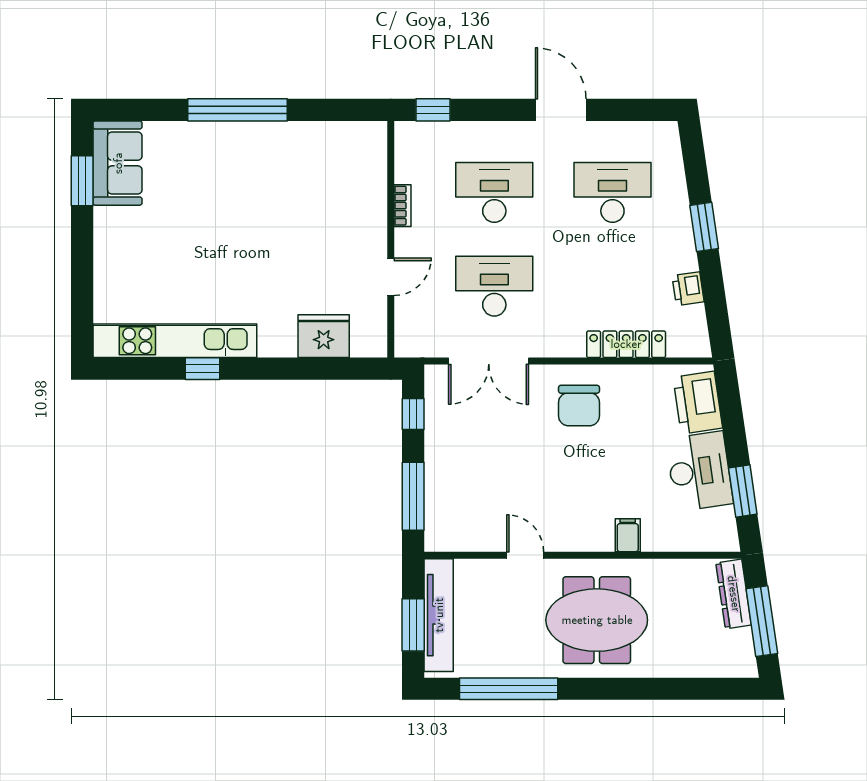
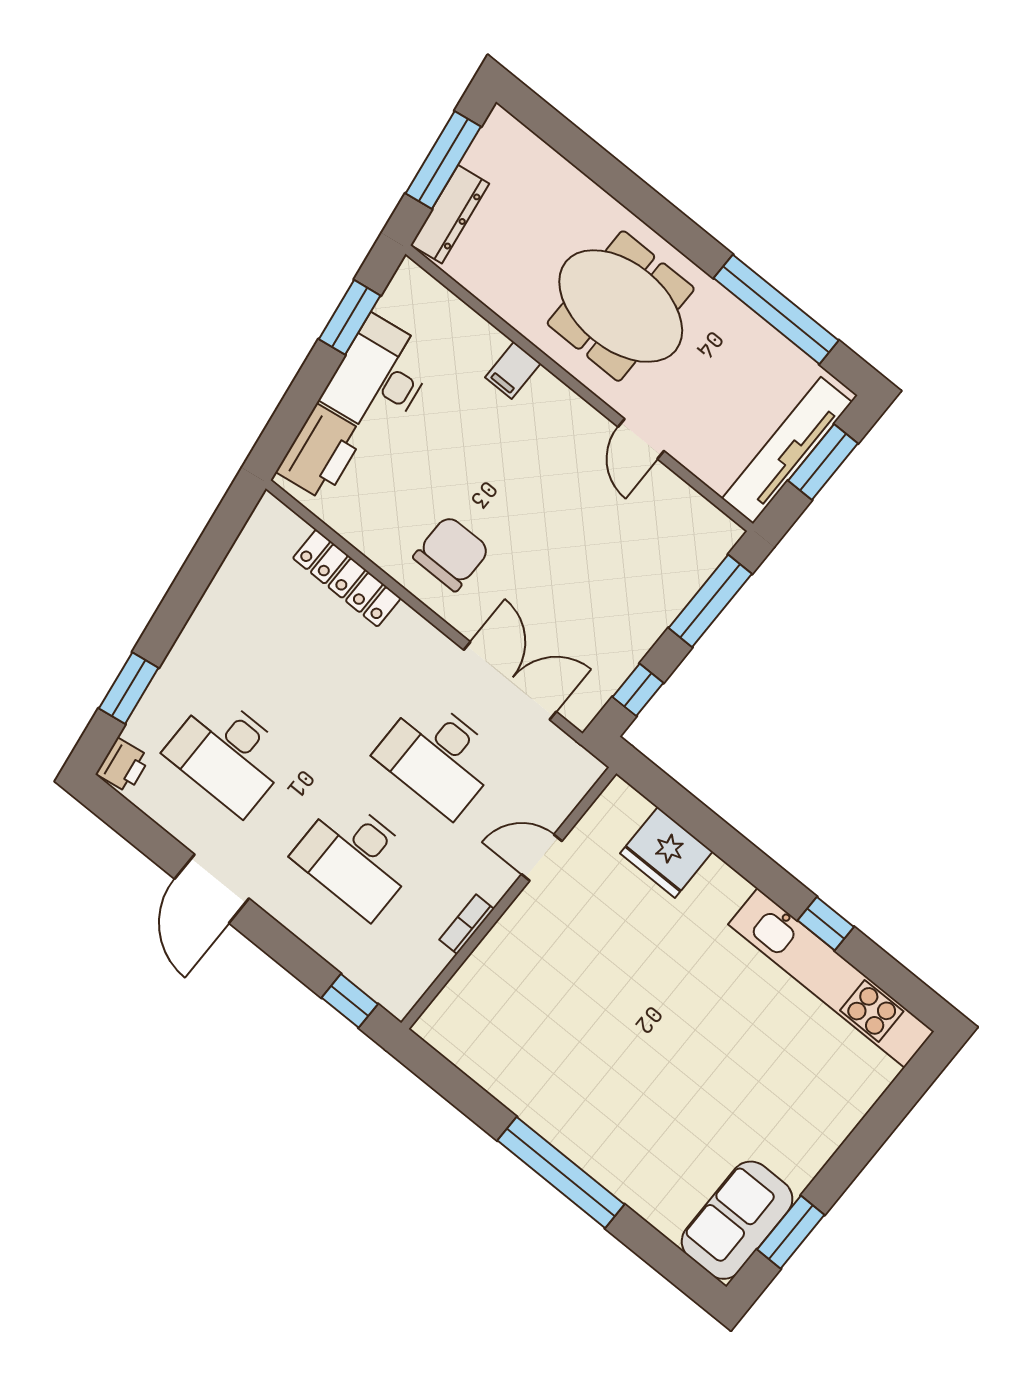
window: (704, 227) -> (129, 688), moved
printer: (688, 289) -> (123, 765), moved

